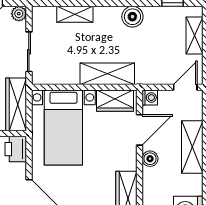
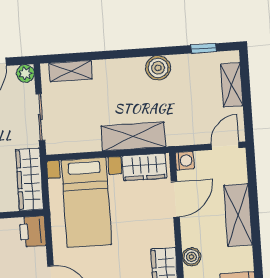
shelving: (75, 14) -> (70, 71), moved
boiler: (150, 159) -> (191, 257), moved

